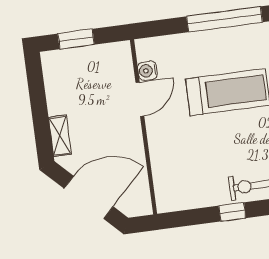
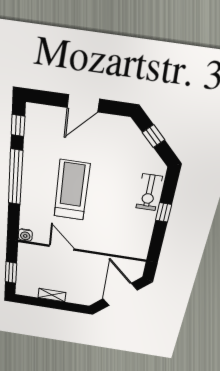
water cooler: (147, 71) -> (25, 235), moved
shelving: (60, 136) -> (52, 295), moved

